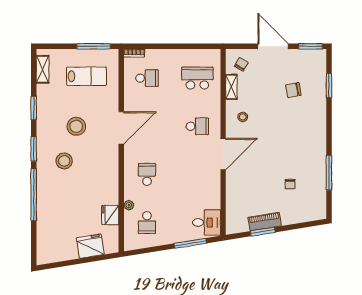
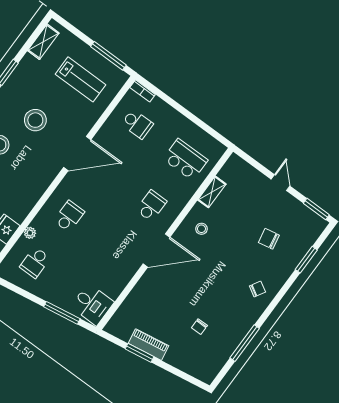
door: (273, 46) -> (280, 183), width x0.53
chair: (241, 64) -> (257, 289), moved
school desk: (197, 126) -> (151, 206), turned -90

